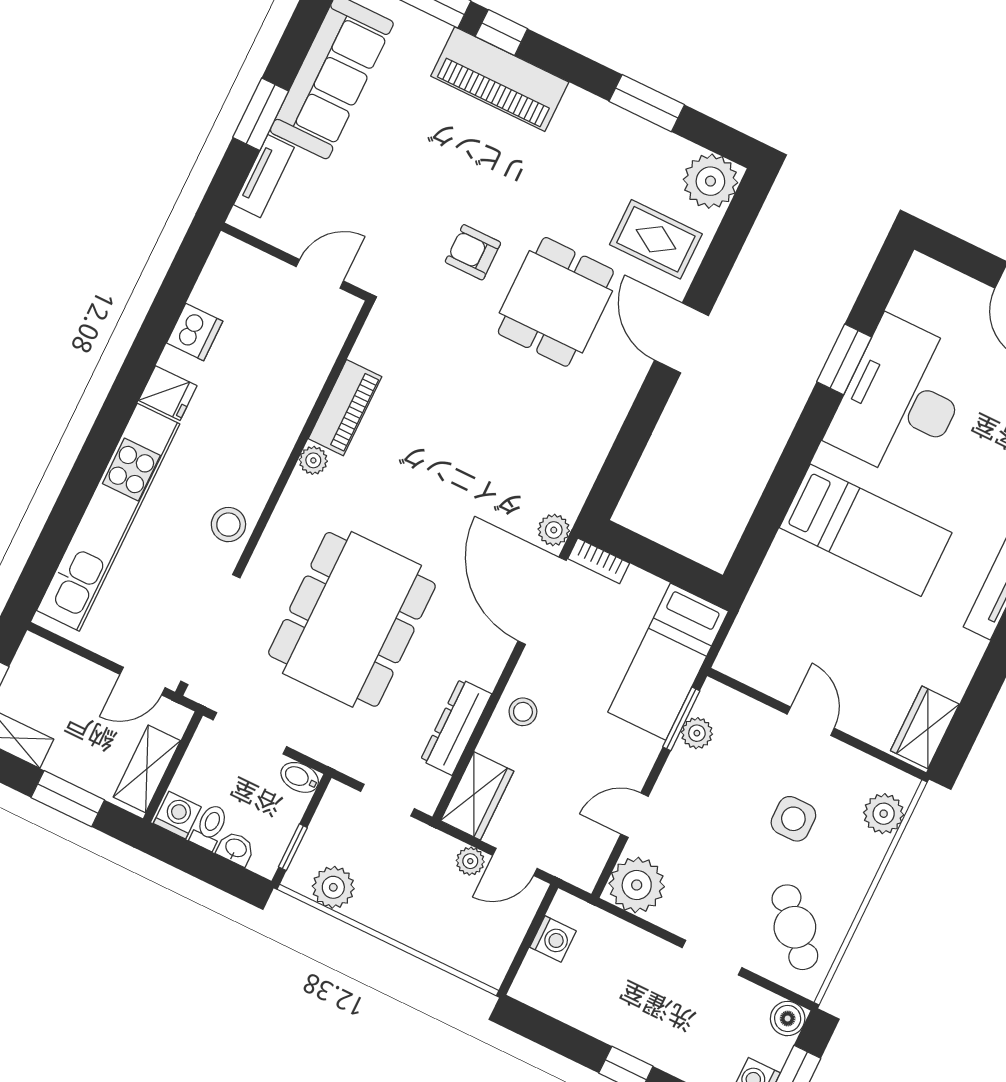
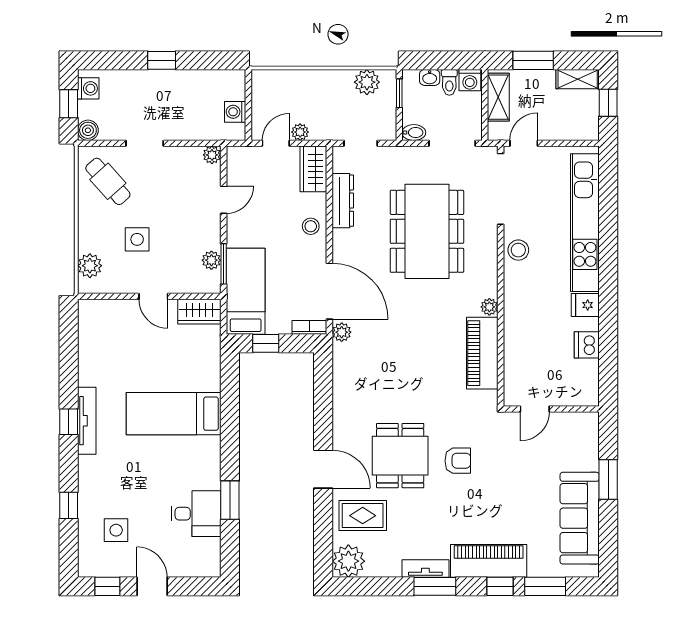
window: (647, 103) -> (435, 586), moved
tv unit: (264, 176) -> (425, 569), moved, turned 90
desk: (901, 399) -> (196, 514), width x0.53, depth x0.77
piano: (345, 408) -> (482, 353), width x1.37, depth x1.33
window: (676, 569) -> (266, 343), added
wardrobe: (925, 727) -> (199, 312), moved, turned 90
plant: (637, 885) -> (212, 155), width x0.53, depth x0.53

